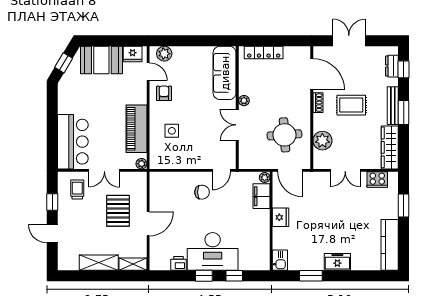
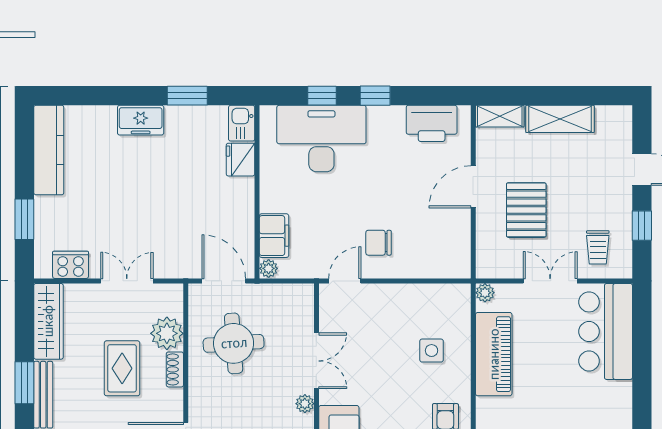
shoe rack: (318, 103) -> (175, 369), moved
rug: (351, 105) -> (122, 368), moved, turned 90
fridge: (281, 217) -> (240, 160), moved
desk: (213, 251) -> (321, 139), moved
printer: (179, 263) -> (432, 123), width x1.87, depth x1.48

